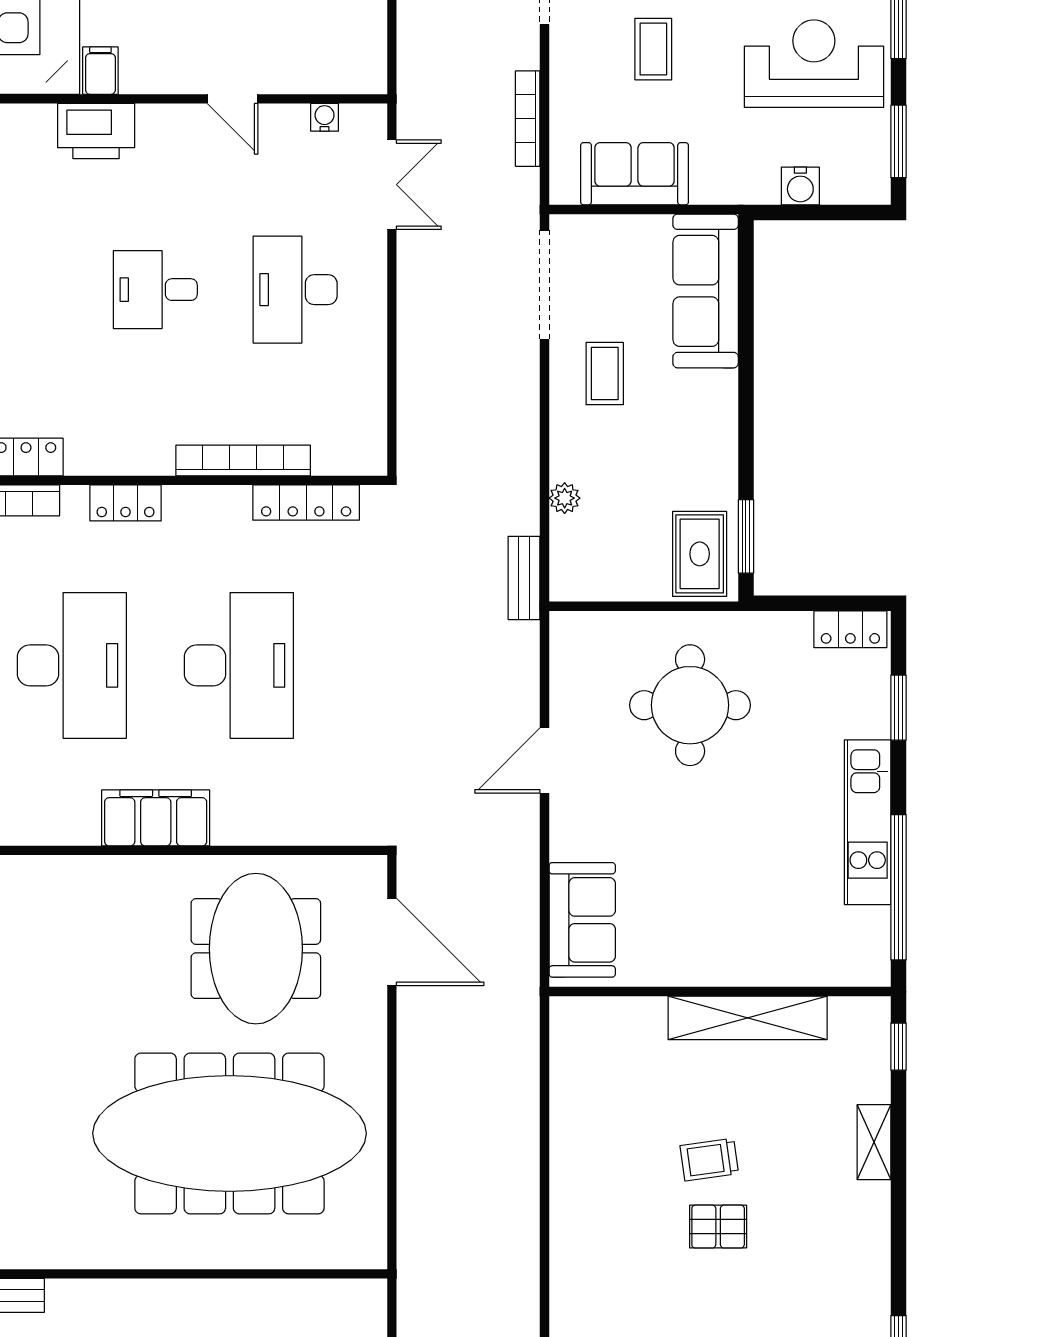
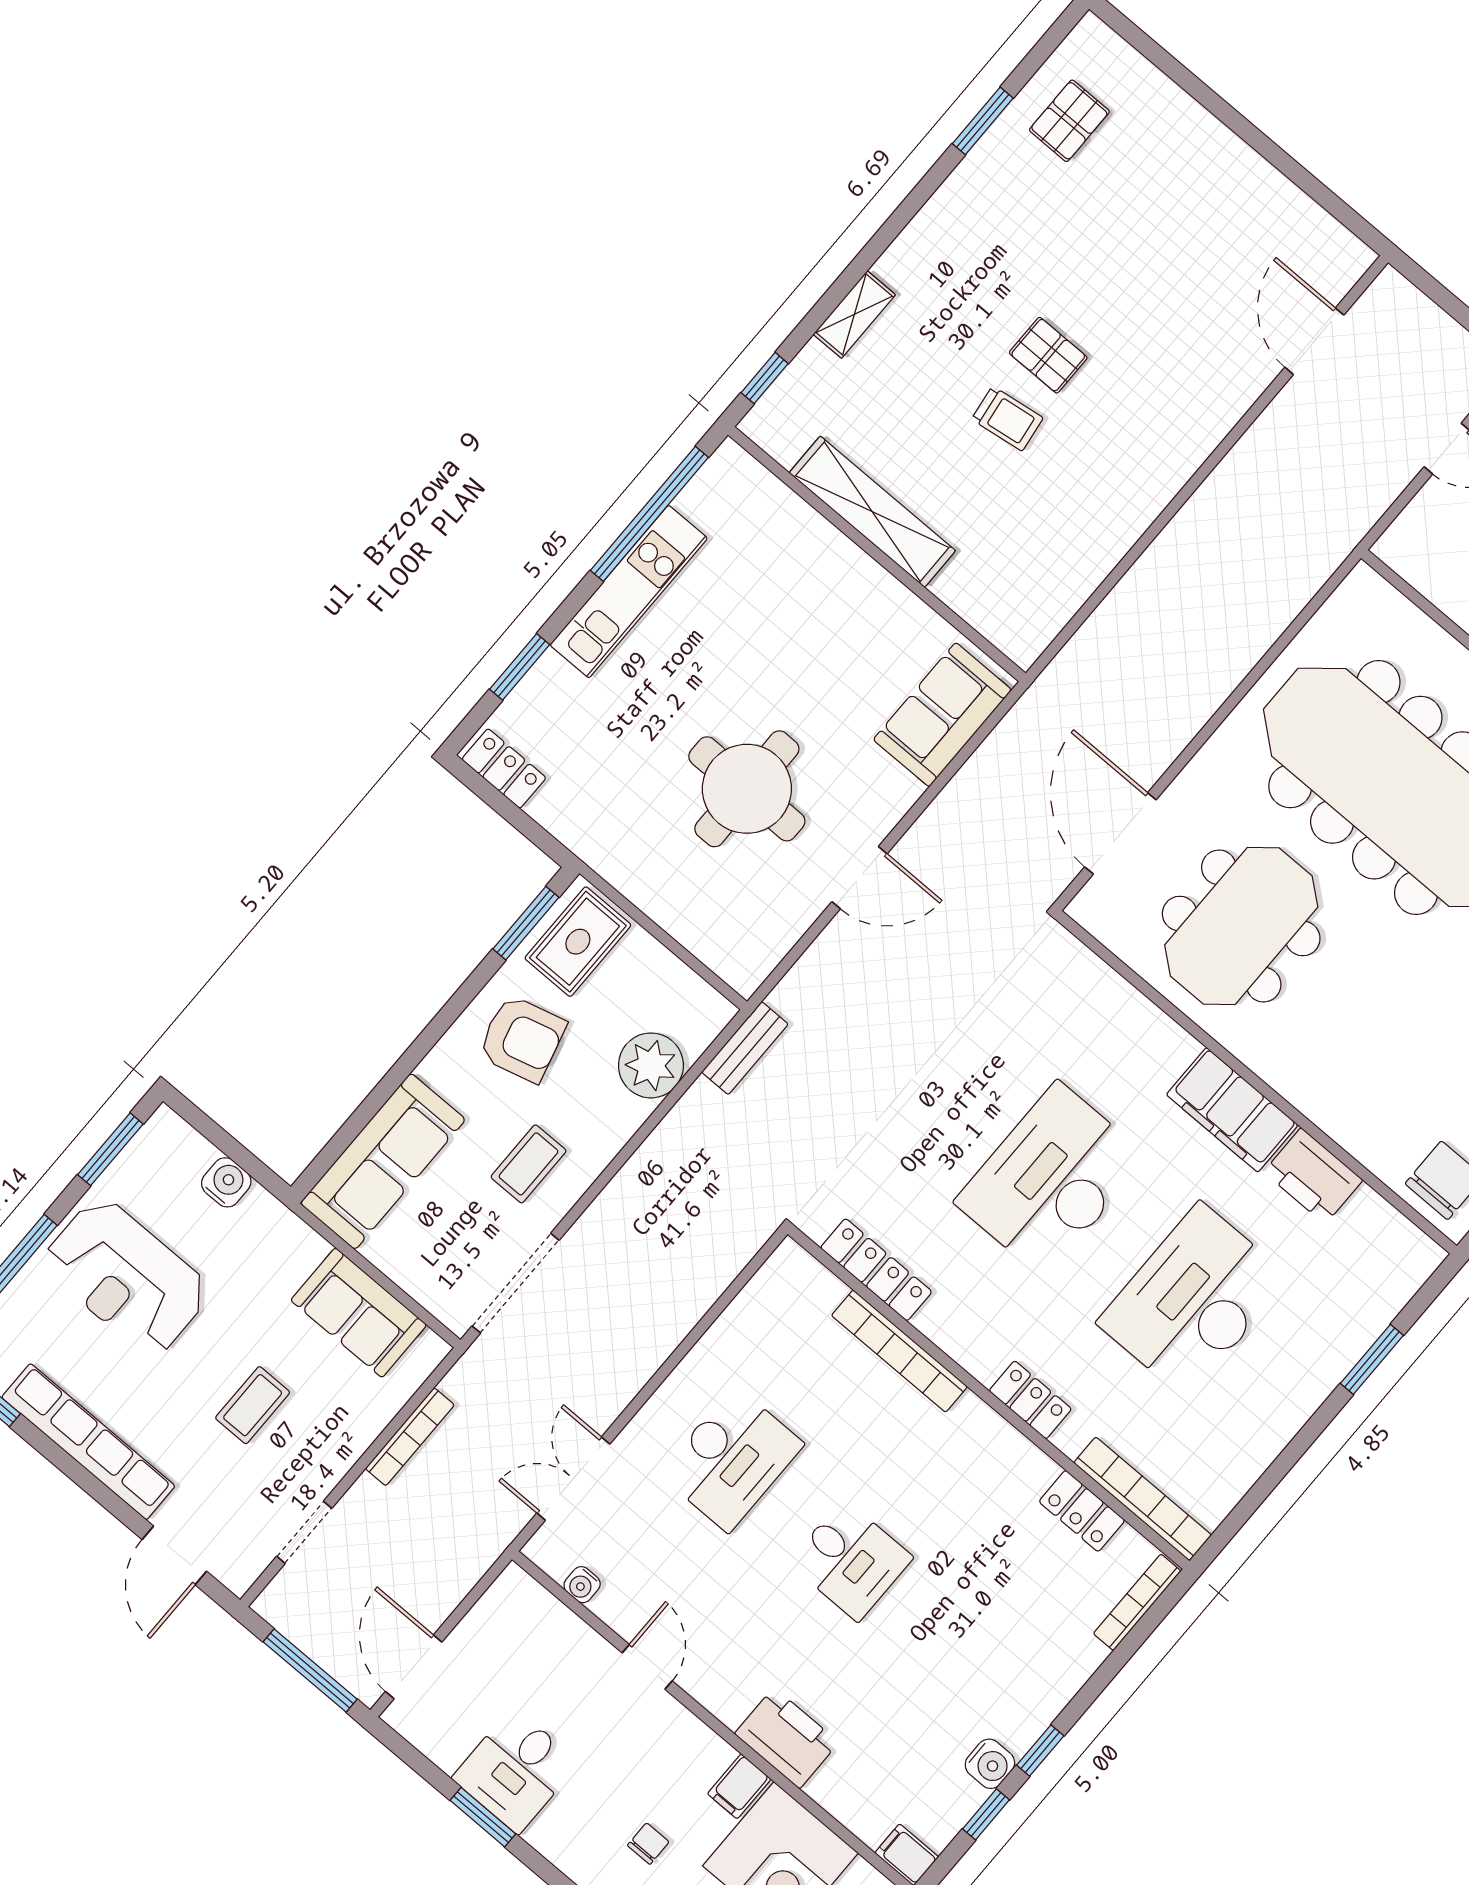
armchair: (682, 455) -> (522, 1039), added
plant: (565, 498) -> (651, 1065), width x1.87, depth x1.87
round table: (690, 705) -> (747, 789), moved
printer: (62, 820) -> (1313, 1176), added

